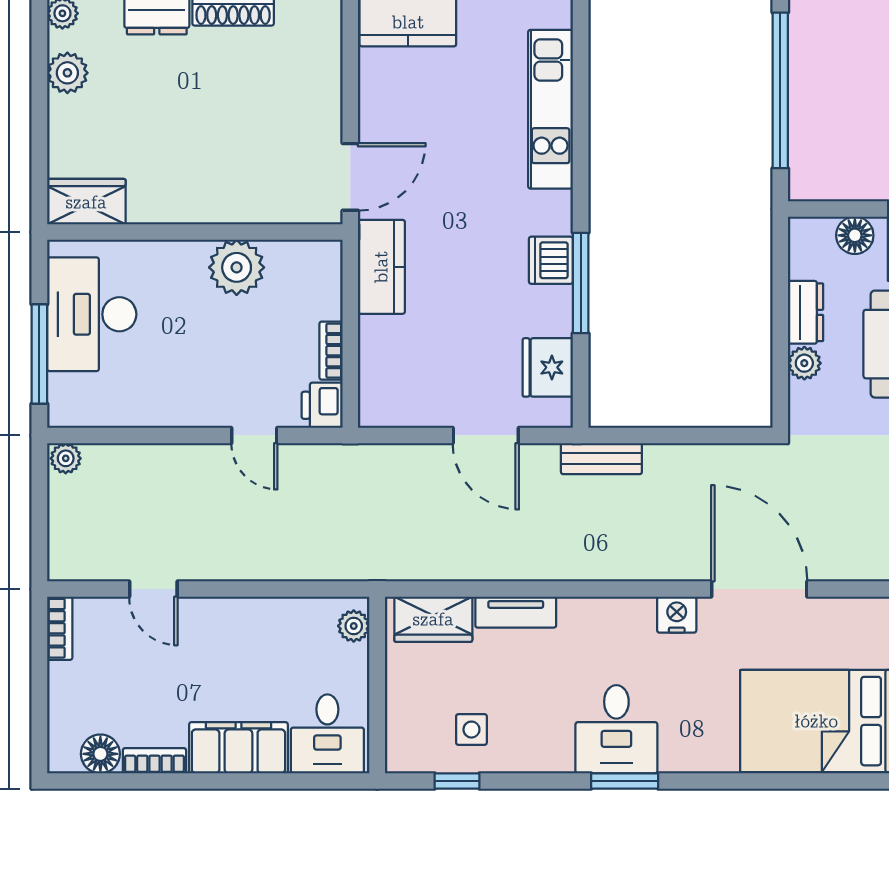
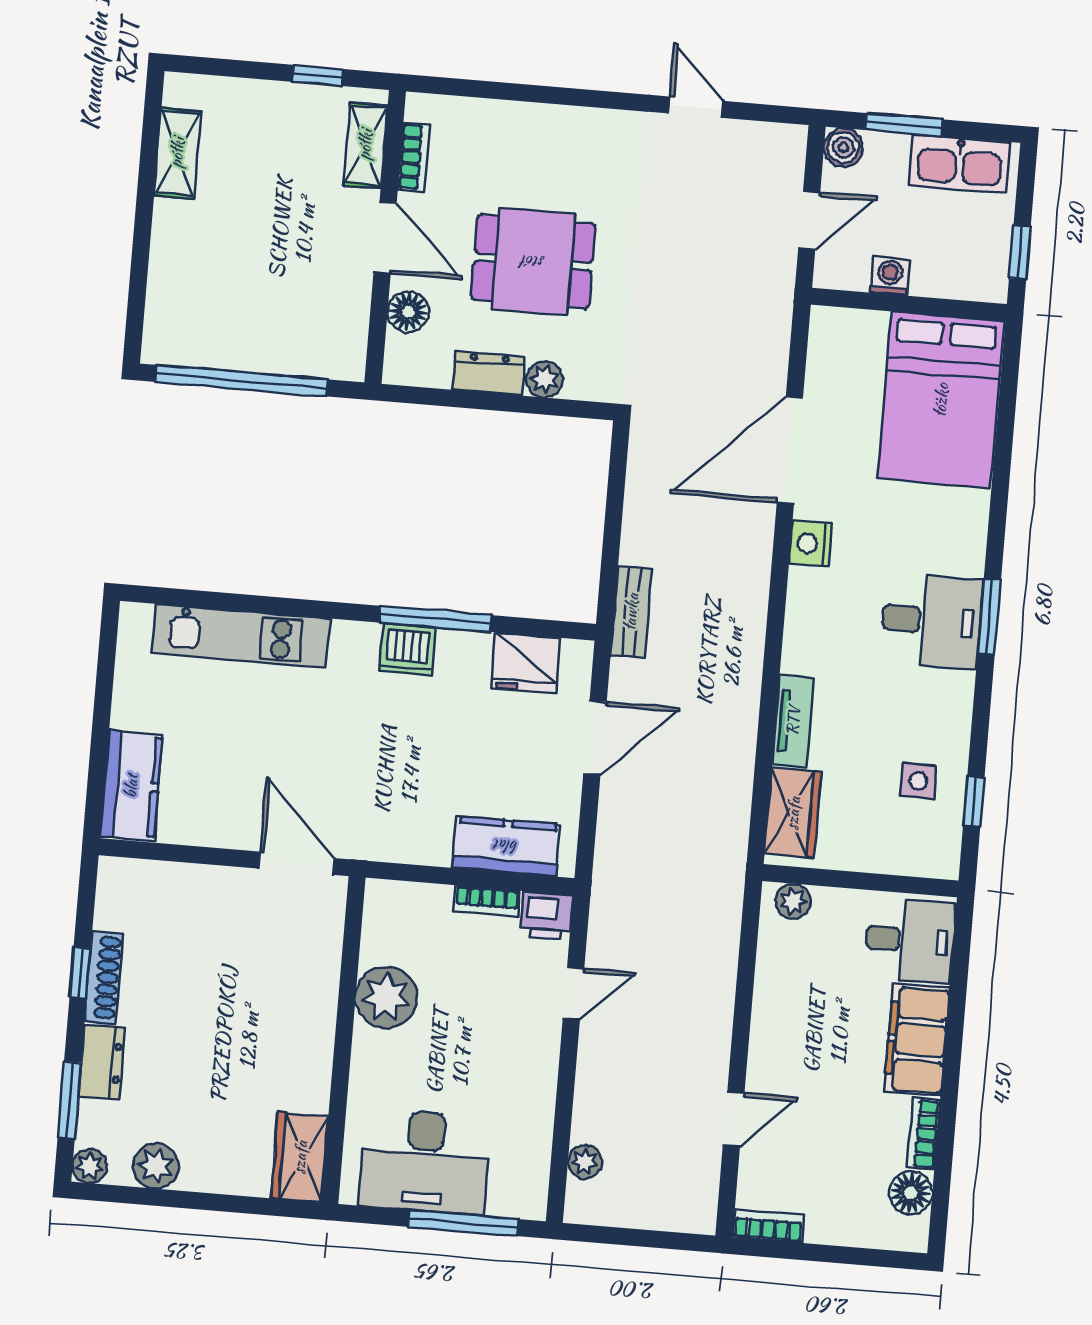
kitchen counter: (381, 267) -> (506, 846), moved
plant: (66, 458) -> (585, 1162), moved

